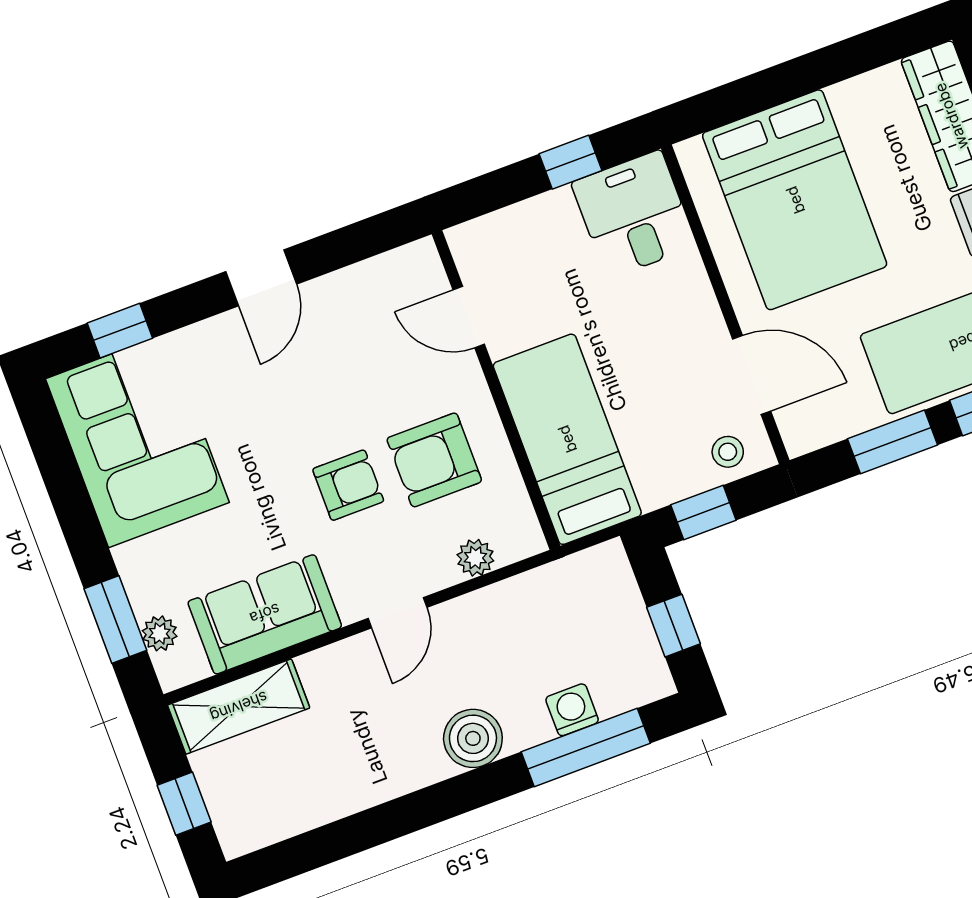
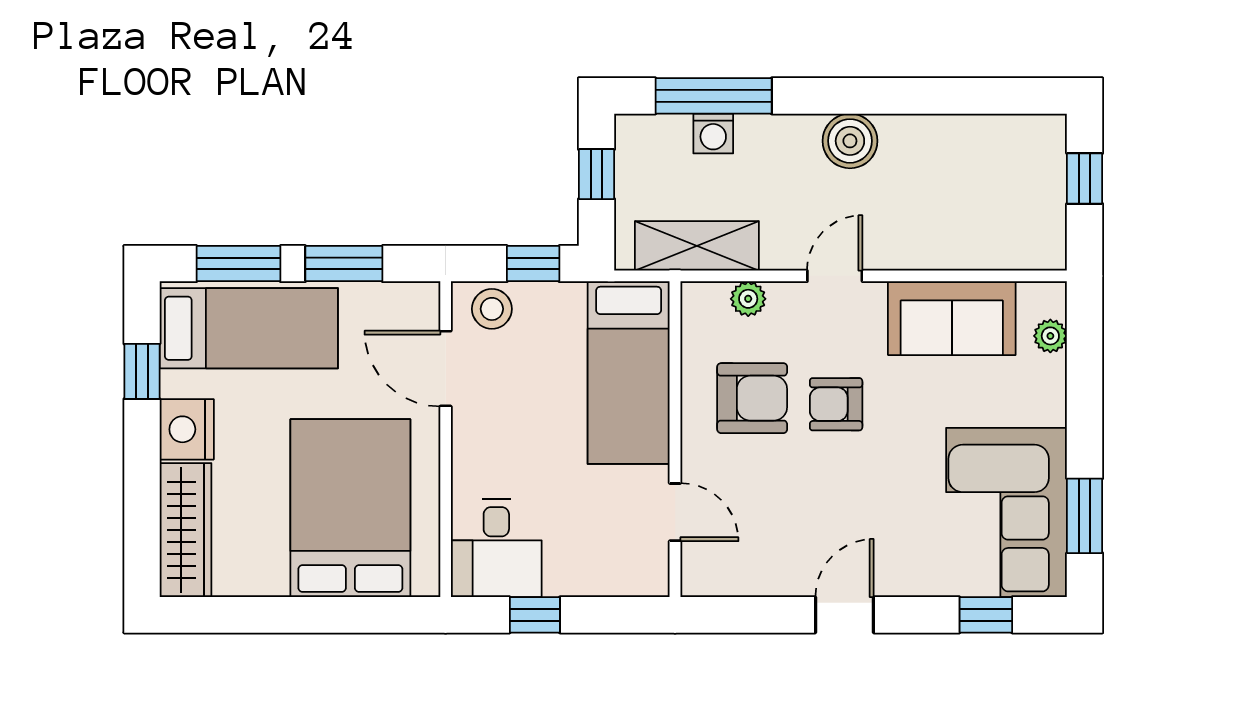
stool: (728, 452) -> (492, 309), width x1.37, depth x1.37
window: (115, 620) -> (1085, 516), moved
shelving: (239, 707) -> (697, 246), moved
boiler: (473, 738) -> (850, 141), moved

